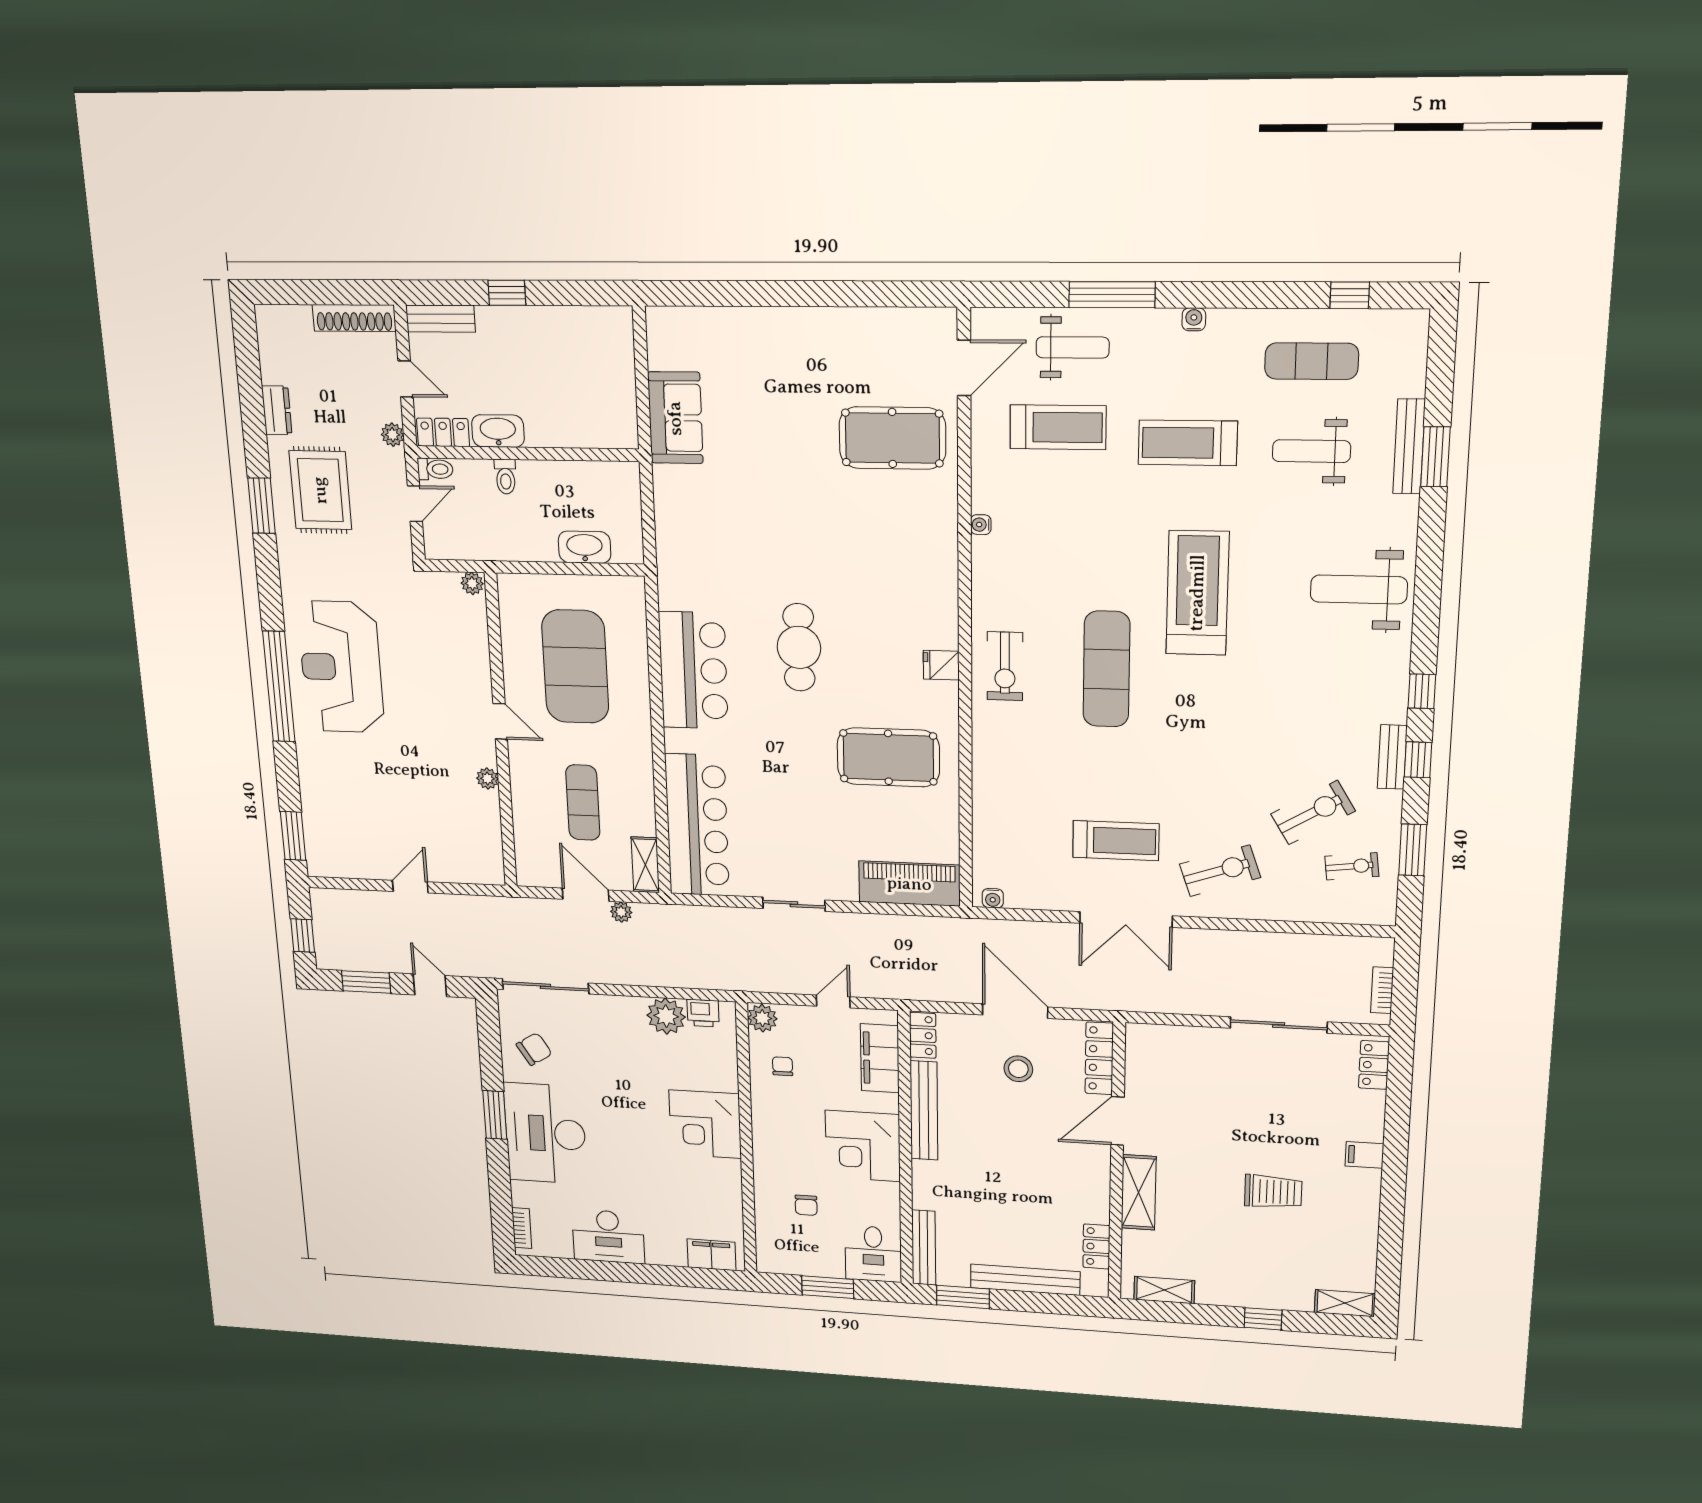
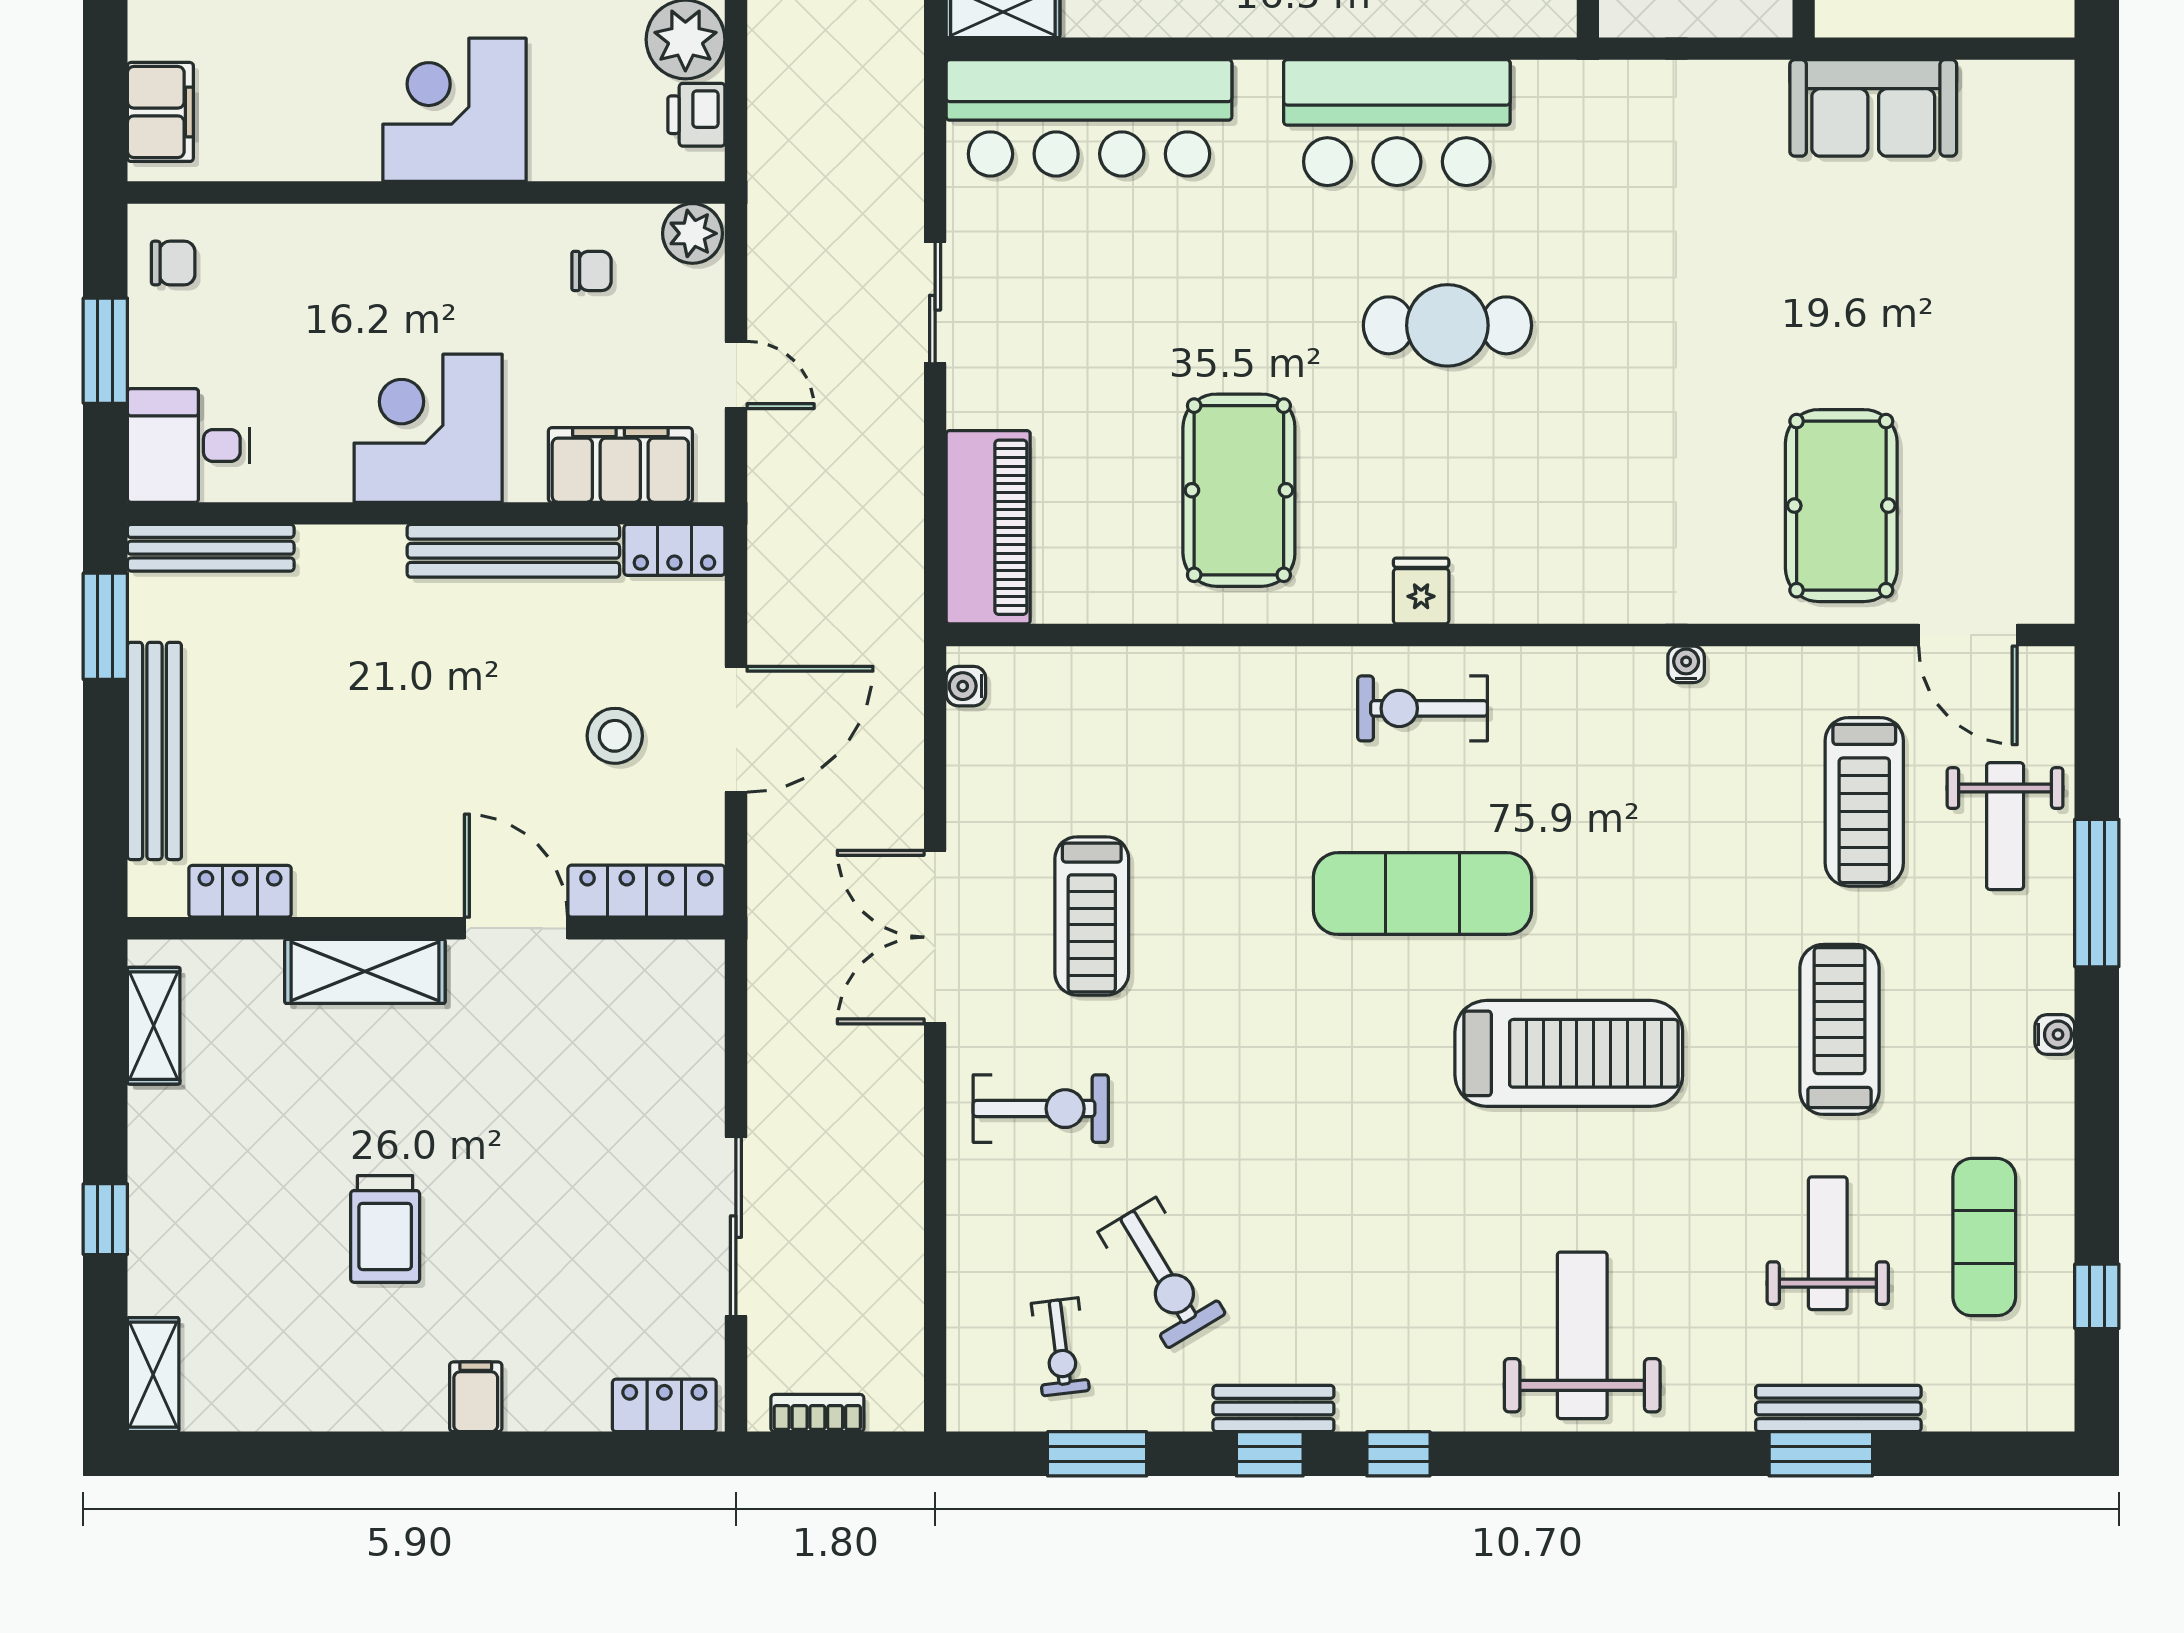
exercise bike: (1220, 871) -> (1041, 1109), turned -71
chair: (806, 1205) -> (173, 263), moved, turned 180

